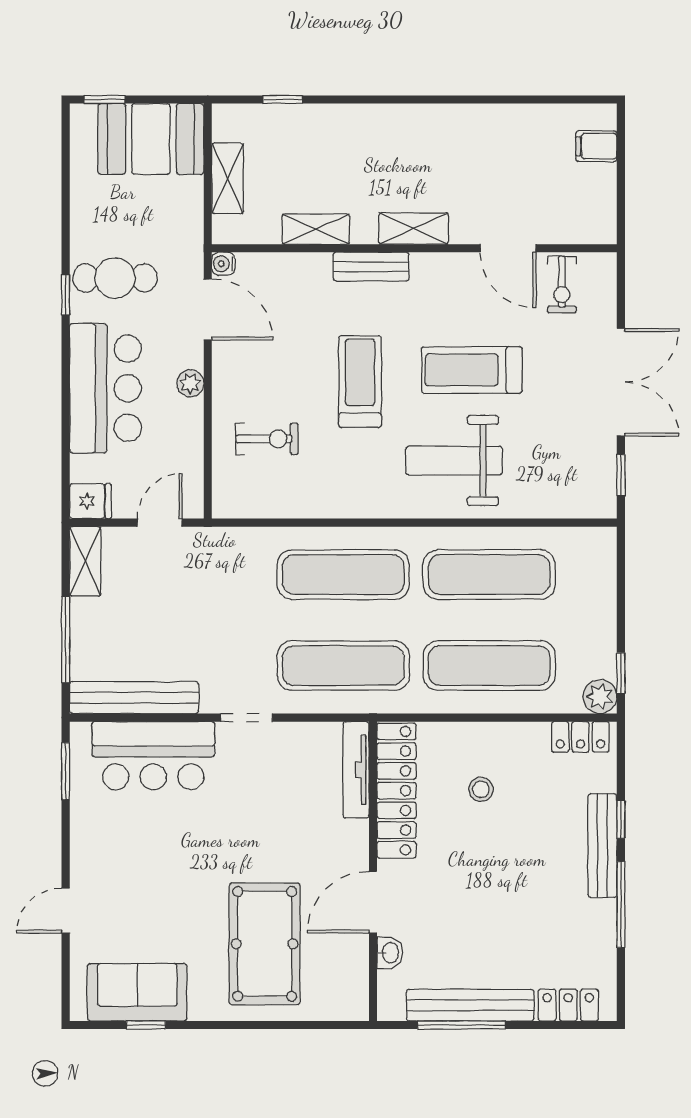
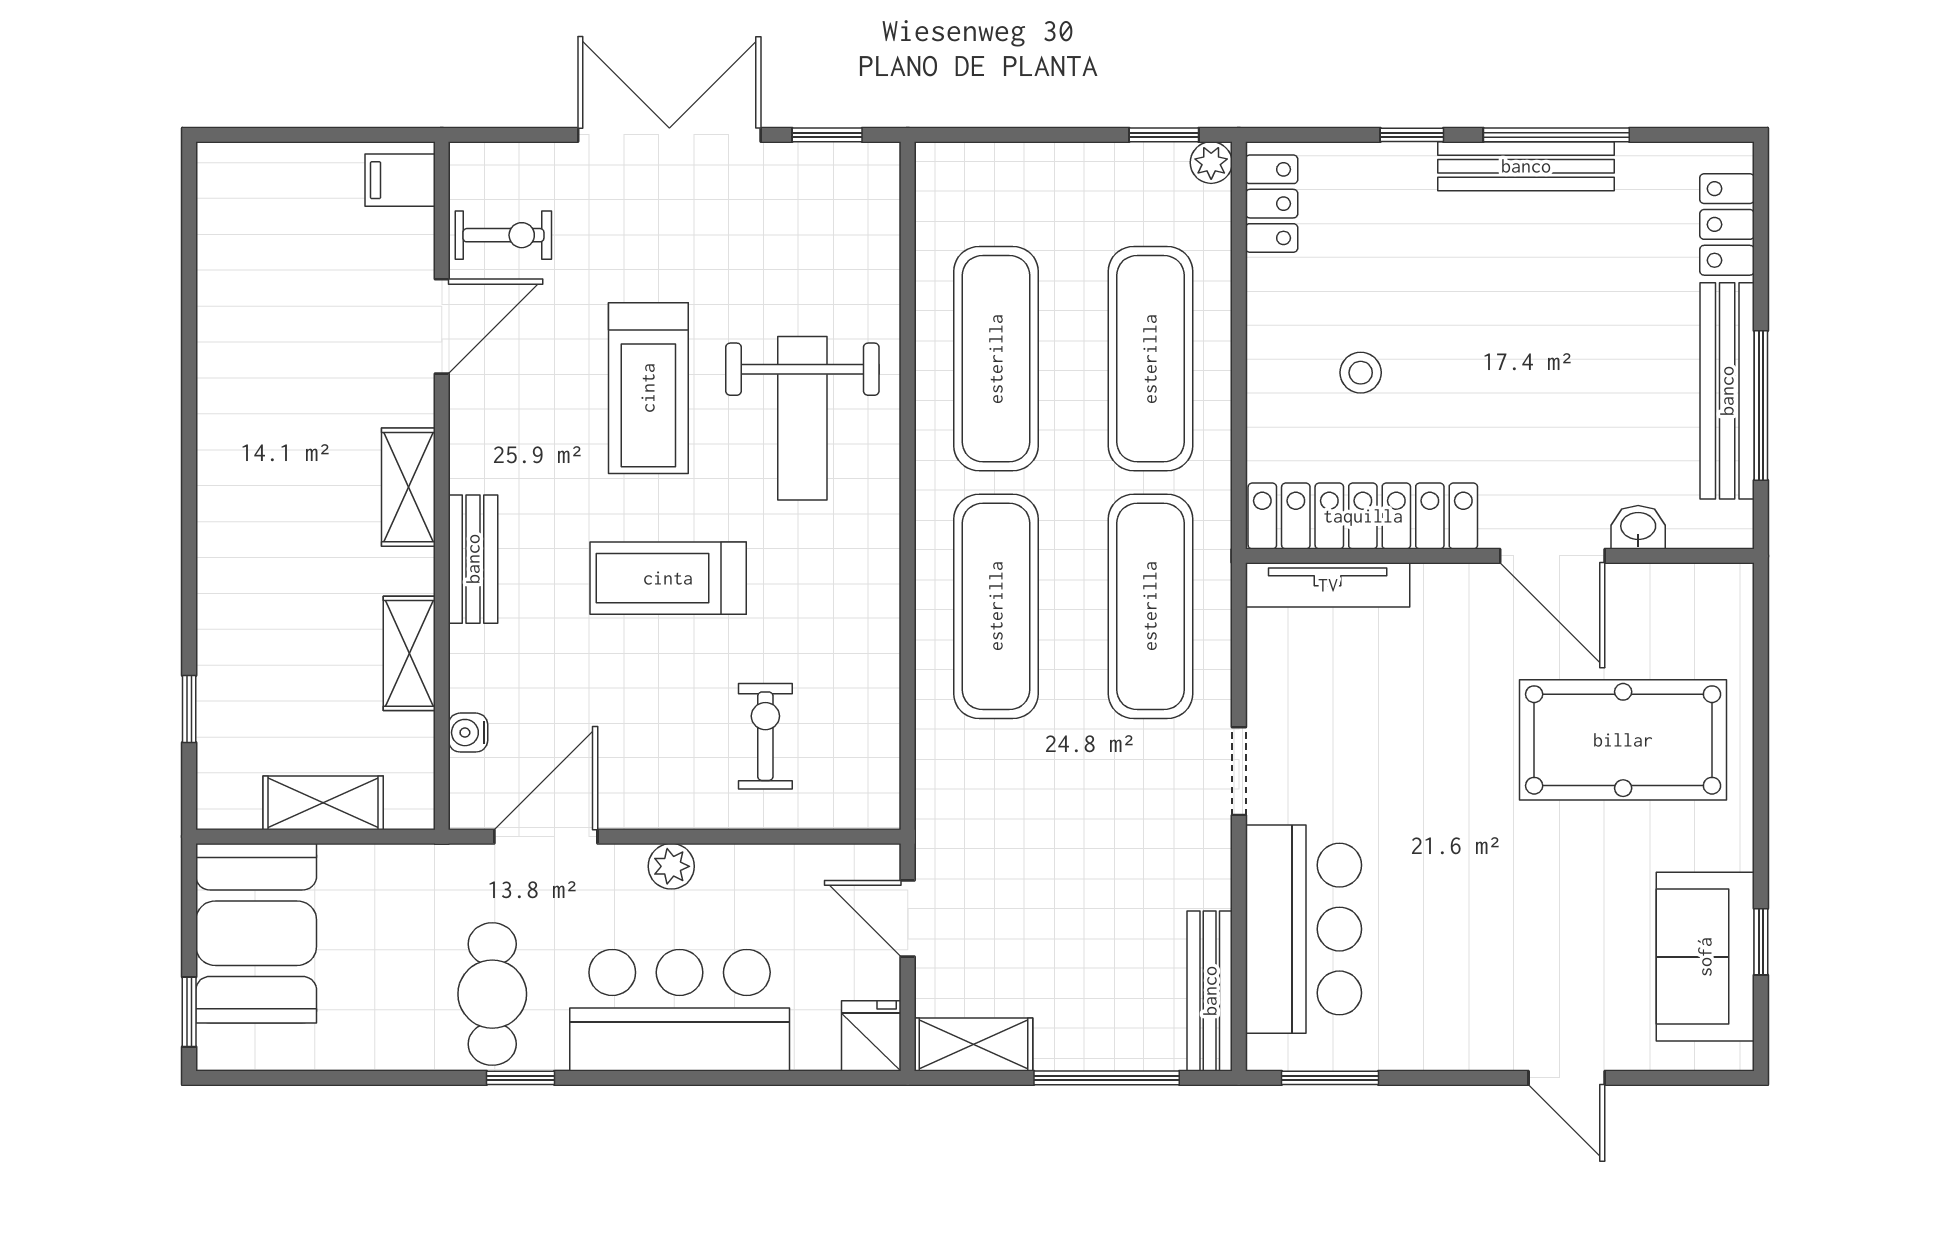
filing cabinet: (596, 146) -> (400, 180), moved, turned 90
water cooler: (223, 264) -> (468, 733), moved, turned 90
plant: (600, 697) -> (1211, 163), width x0.73, depth x0.73
bench: (134, 698) -> (1210, 991), width x0.73, depth x0.82
bench: (602, 846) -> (1526, 166), moved

